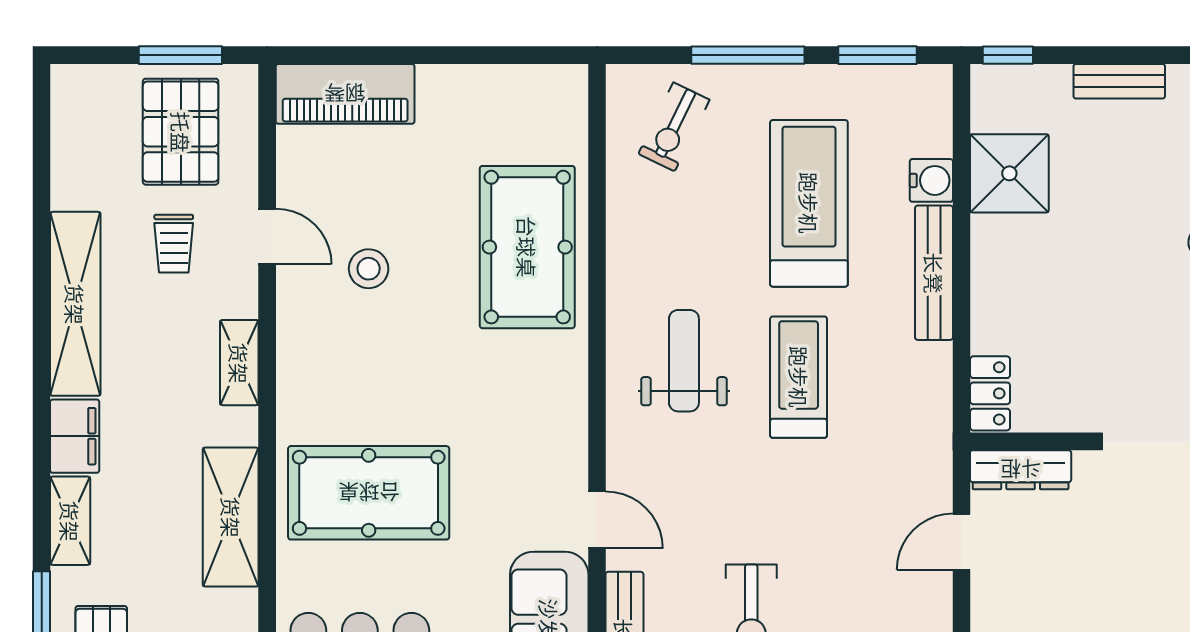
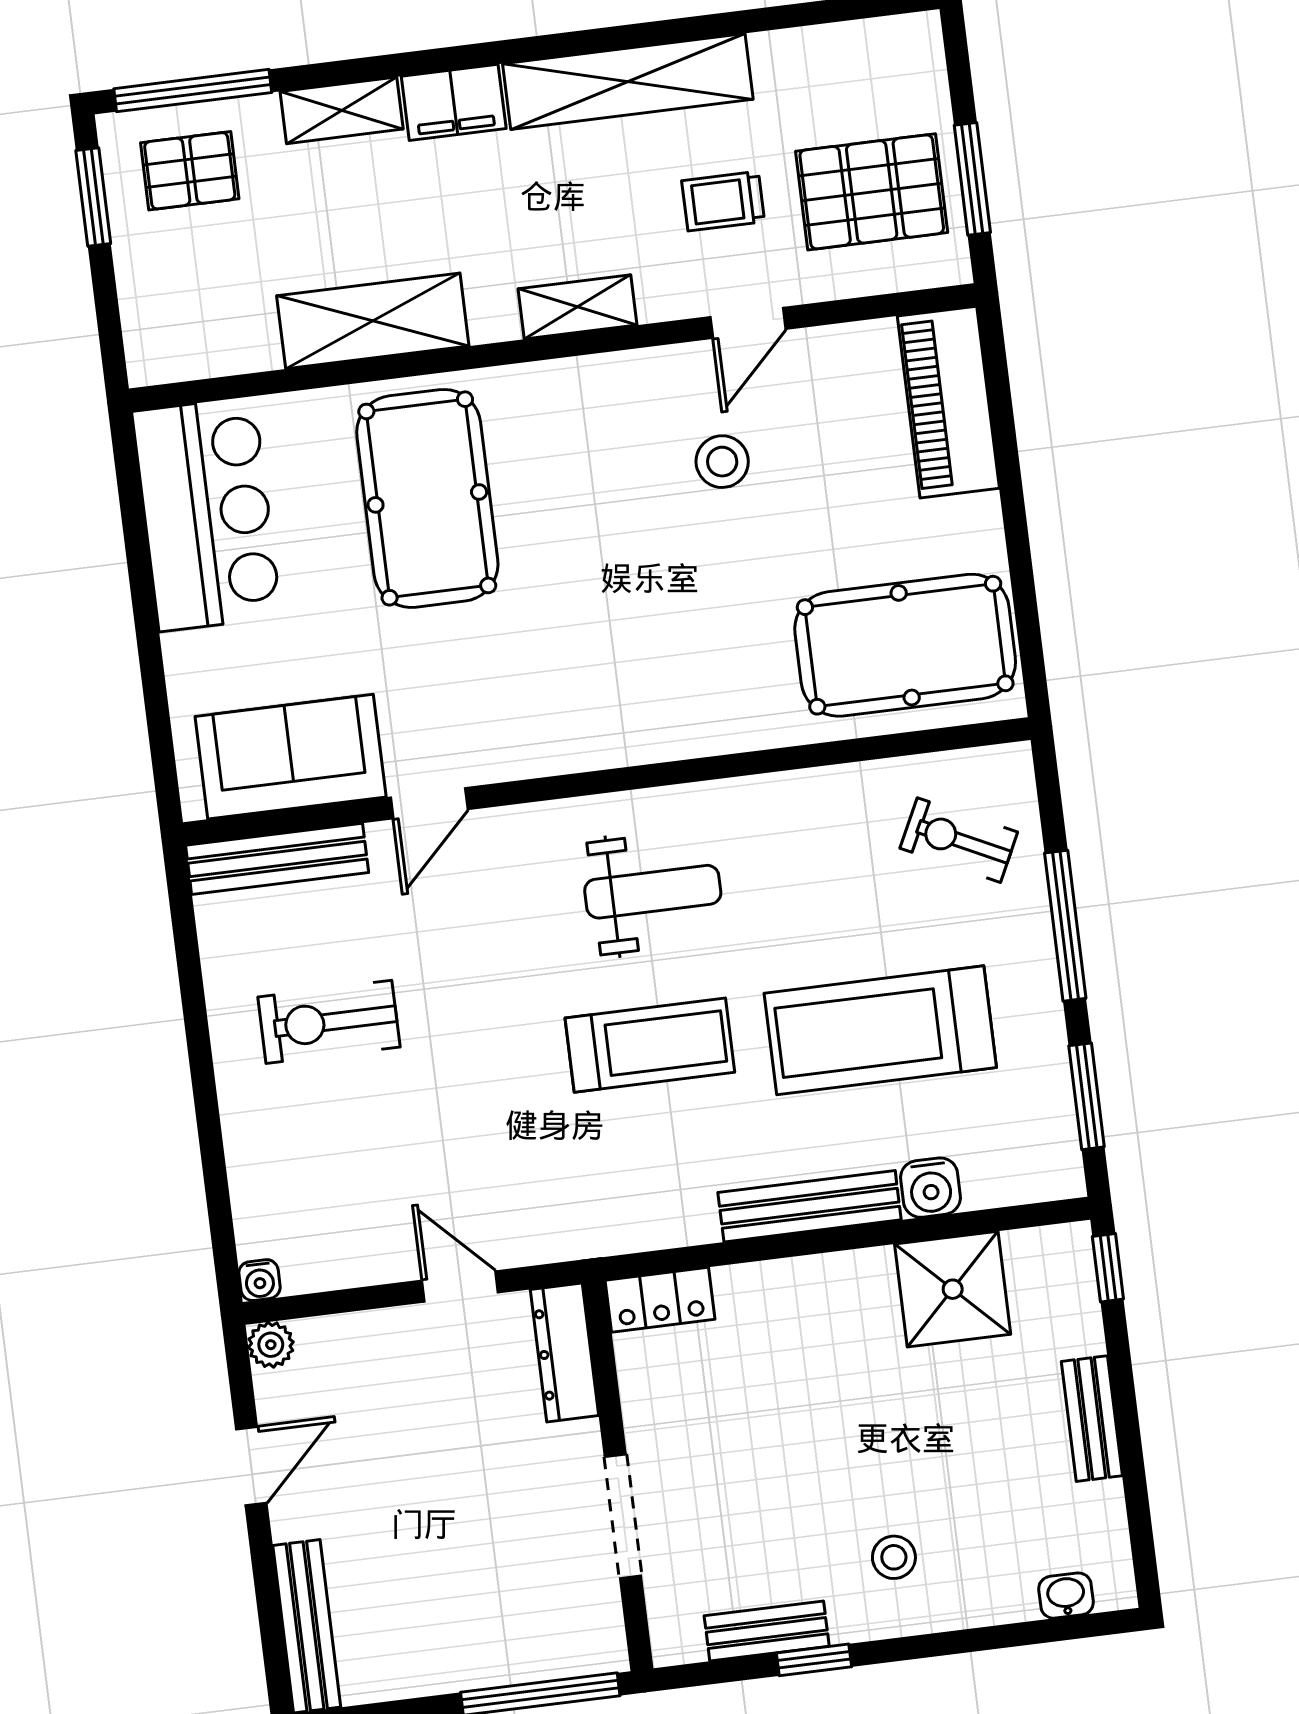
treadmill: (809, 203) -> (880, 1030), turned 180
pool table: (527, 247) -> (905, 645), moved

